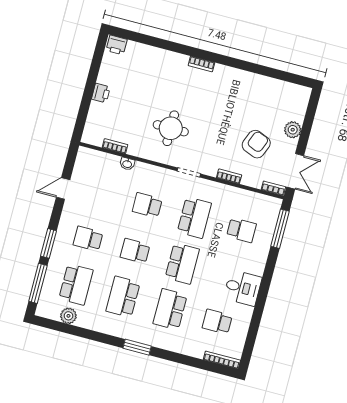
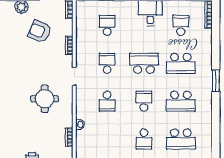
school desk: (194, 218) -> (107, 63), width x0.54
school desk: (135, 251) -> (144, 101), turned 180
school desk: (76, 284) -> (181, 139), turned 180
plant: (68, 316) -> (206, 138), removed
school desk: (217, 322) -> (181, 25), turned 180

